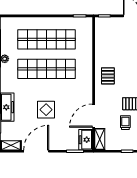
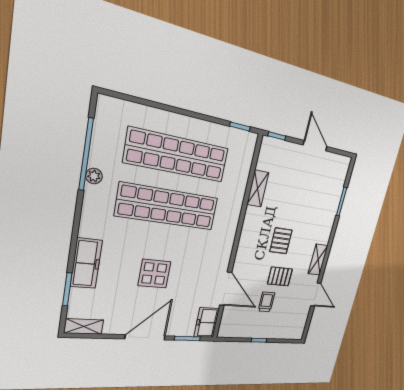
pallet: (108, 76) -> (281, 241), moved
door: (94, 116) -> (226, 289), swing flipped
shelving: (100, 139) -> (258, 189), moved
door: (36, 151) -> (145, 337), moved

